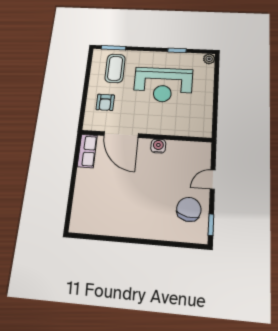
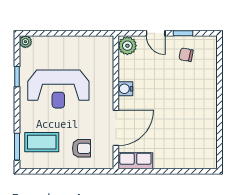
reception desk: (163, 85) -> (58, 89), turned 90
plant: (201, 151) -> (127, 46), added
chair: (189, 209) -> (186, 55), width x0.54, depth x0.54
window: (211, 225) -> (183, 33), moved

